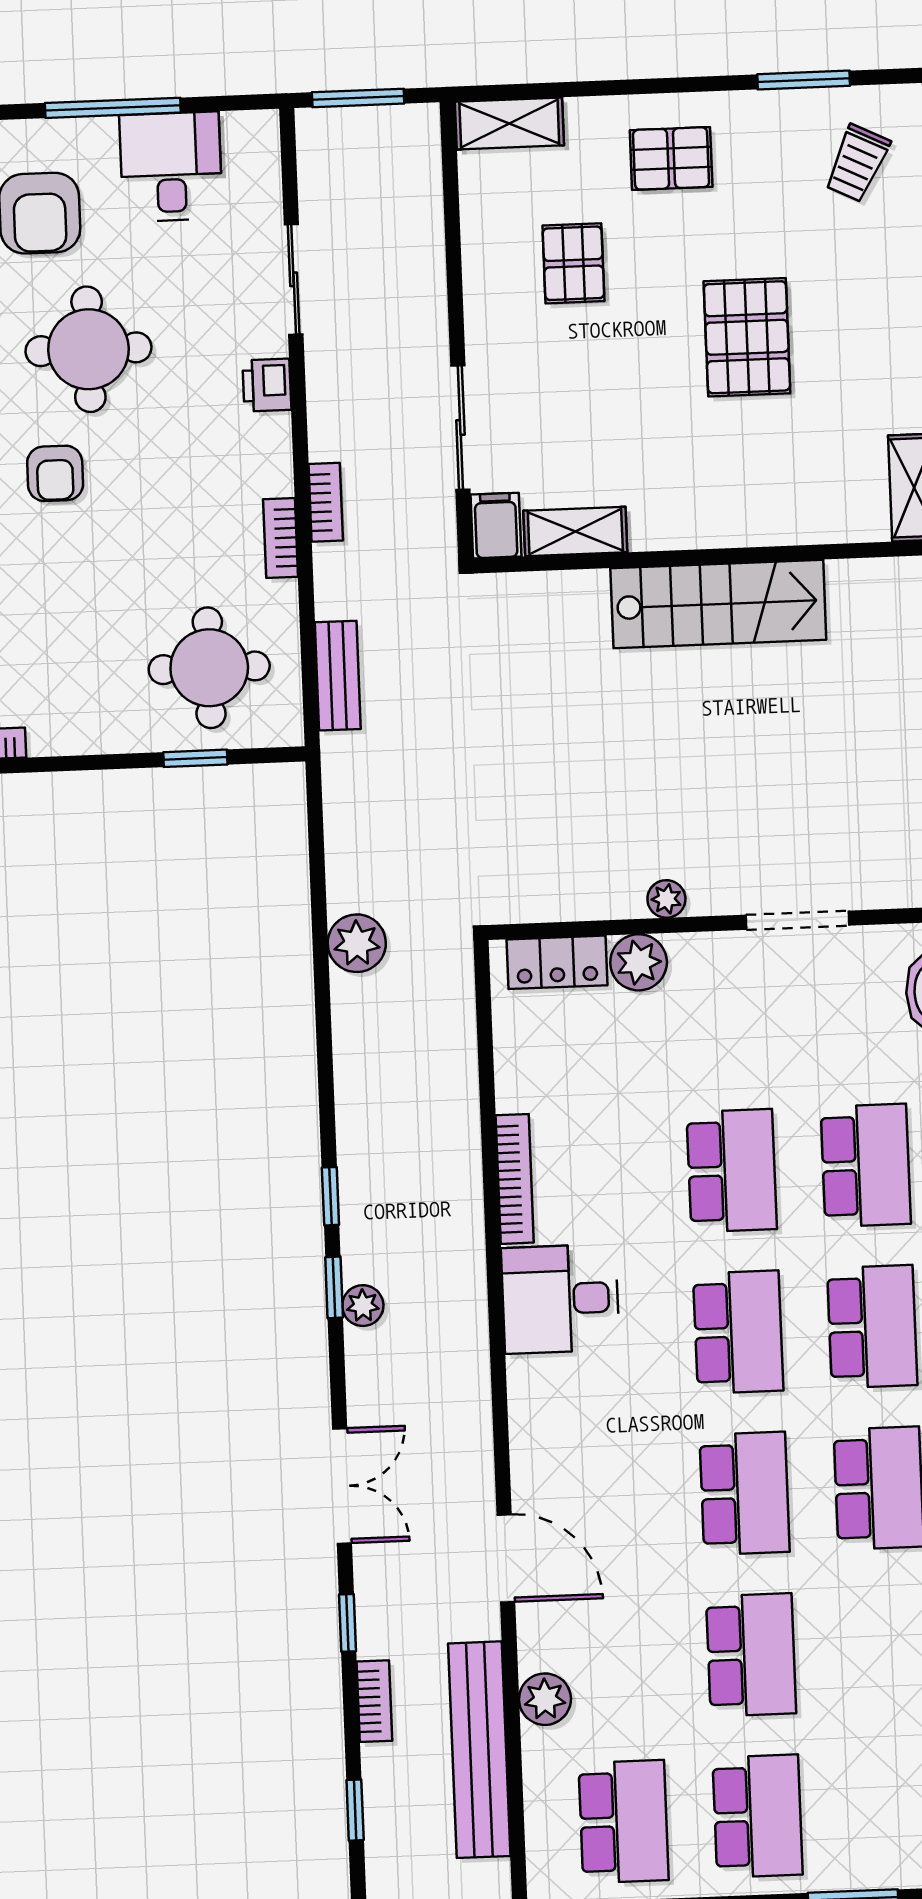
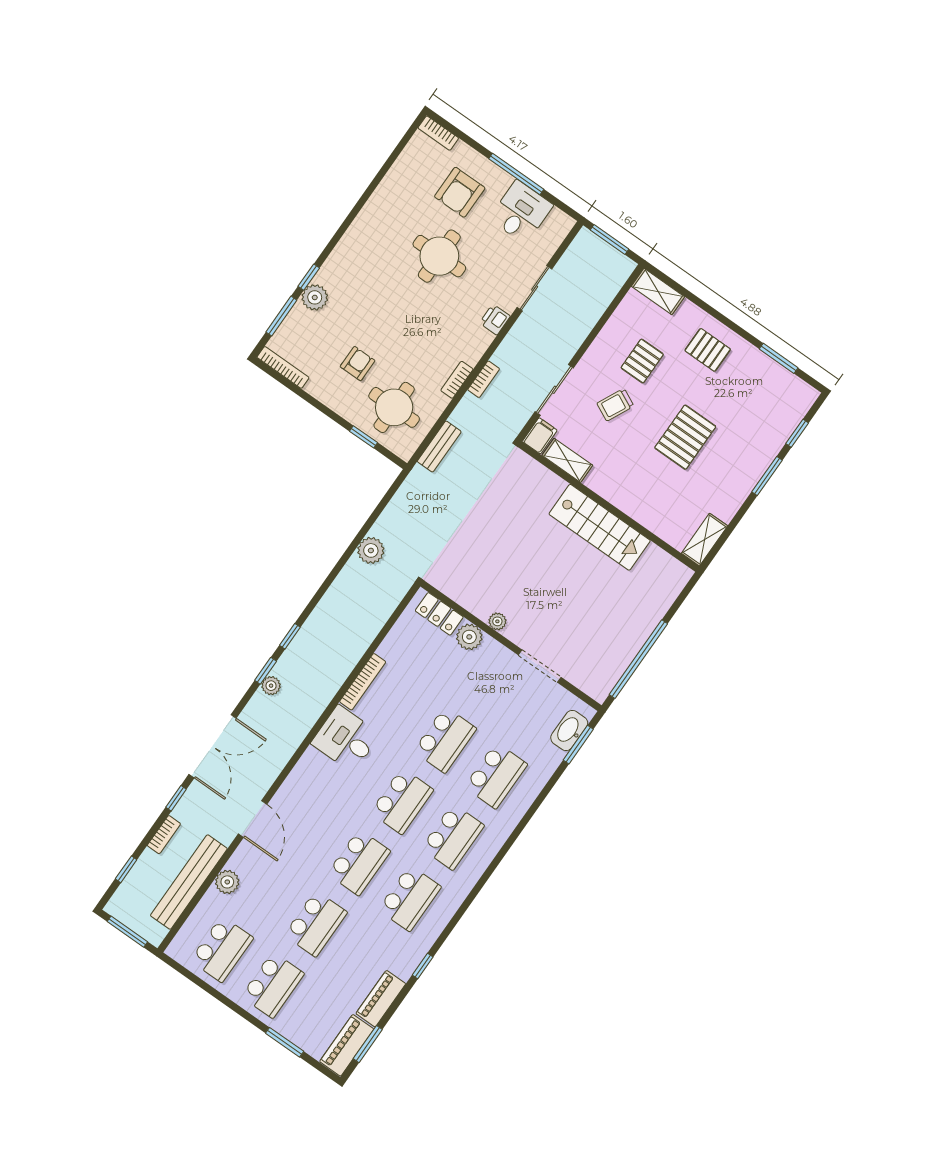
trolley: (857, 163) -> (615, 405), moved
armchair: (55, 473) -> (358, 364), moved, turned 180
double door: (342, 1486) -> (213, 746), width x1.37

